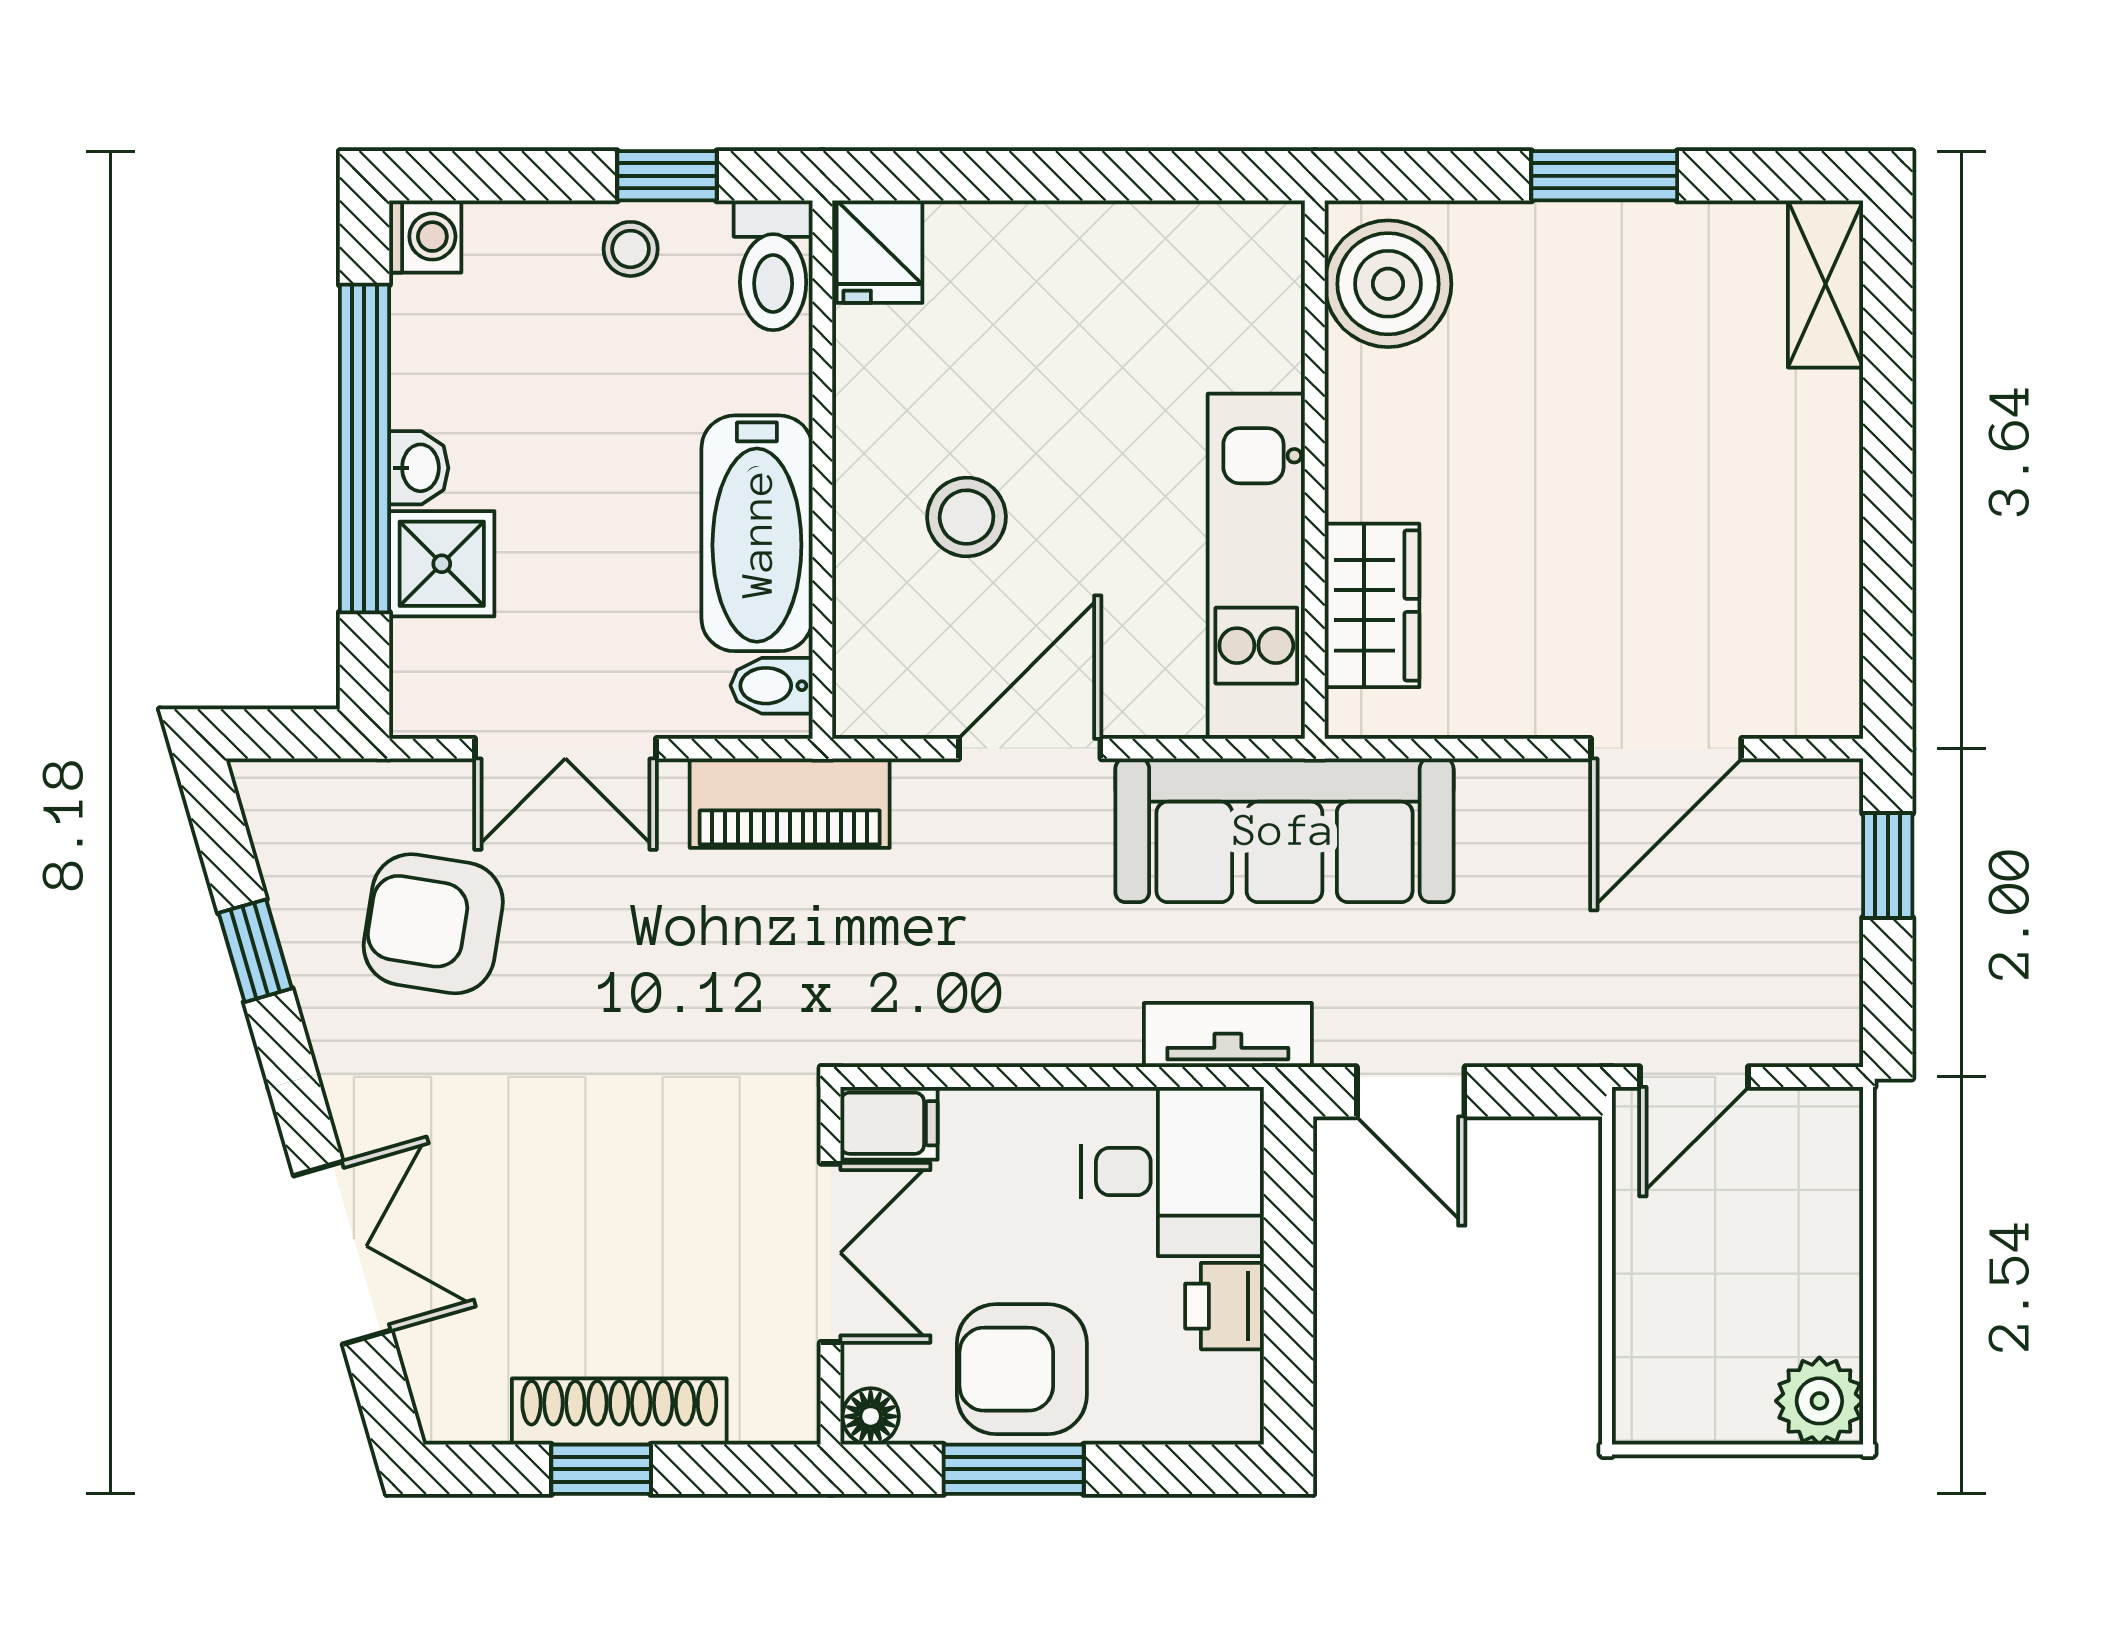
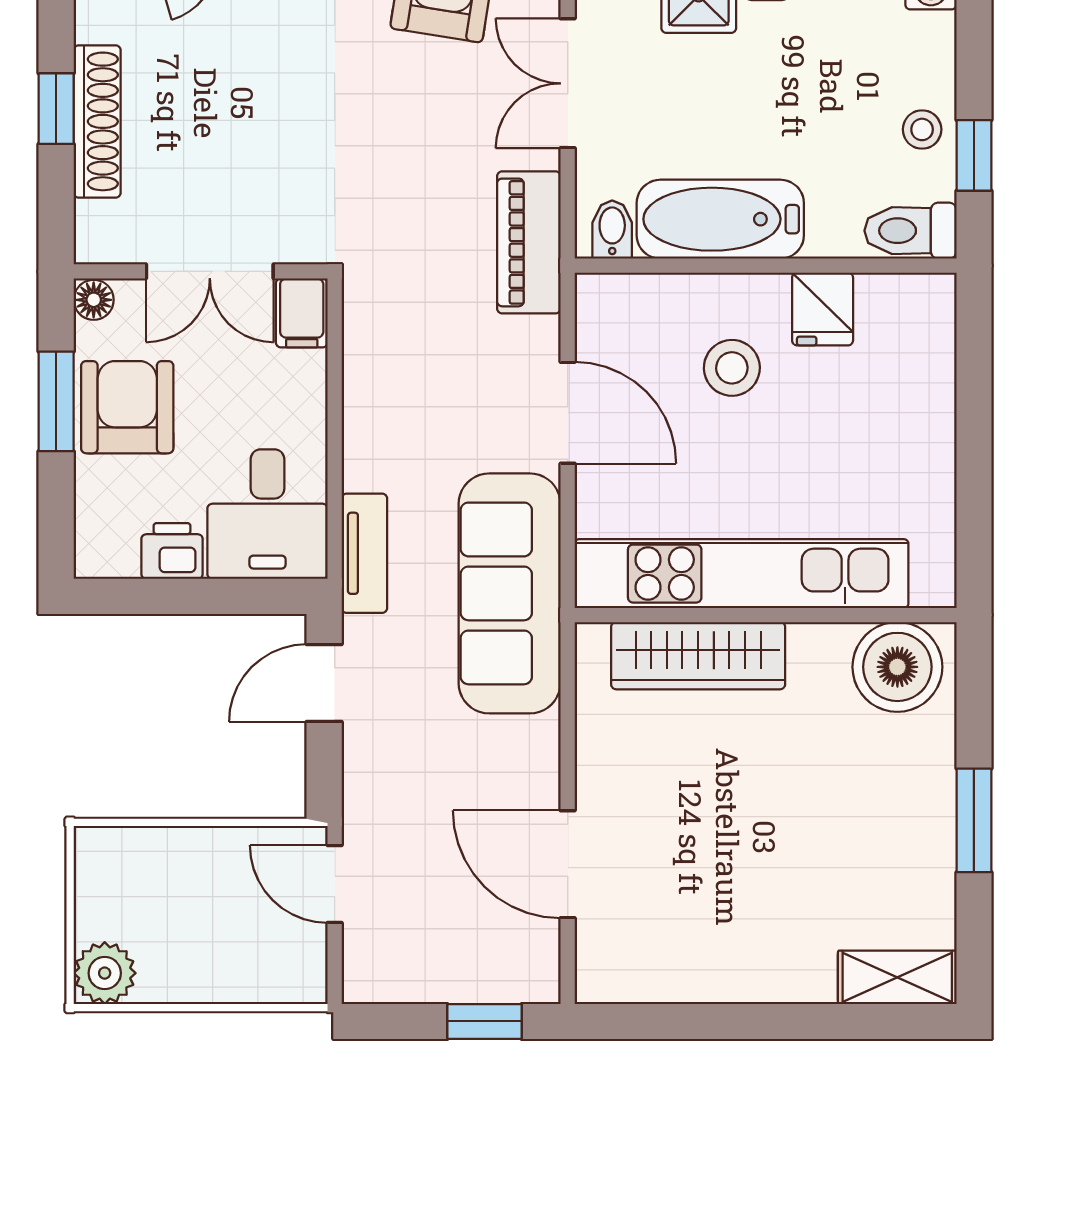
fridge: (880, 252) -> (823, 309), moved, turned -90
kitchen unit: (1256, 566) -> (742, 574), width x1.36
wardrobe: (1372, 605) -> (698, 656), width x1.50

